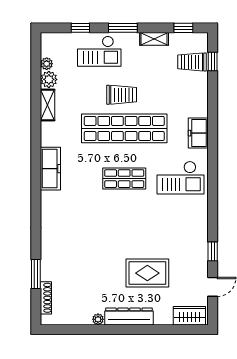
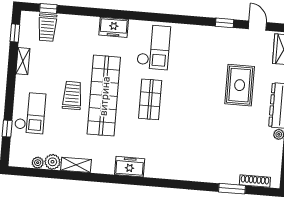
window: (123, 28) -> (10, 89), removed
freezer: (50, 169) -> (130, 167), width x0.71

